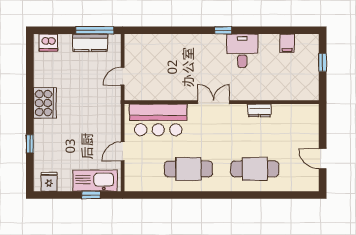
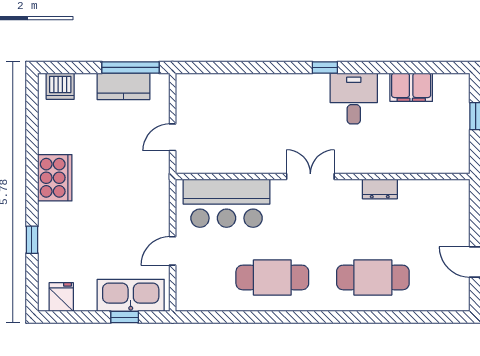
filing cabinet: (287, 43) -> (411, 87), width x2.00

